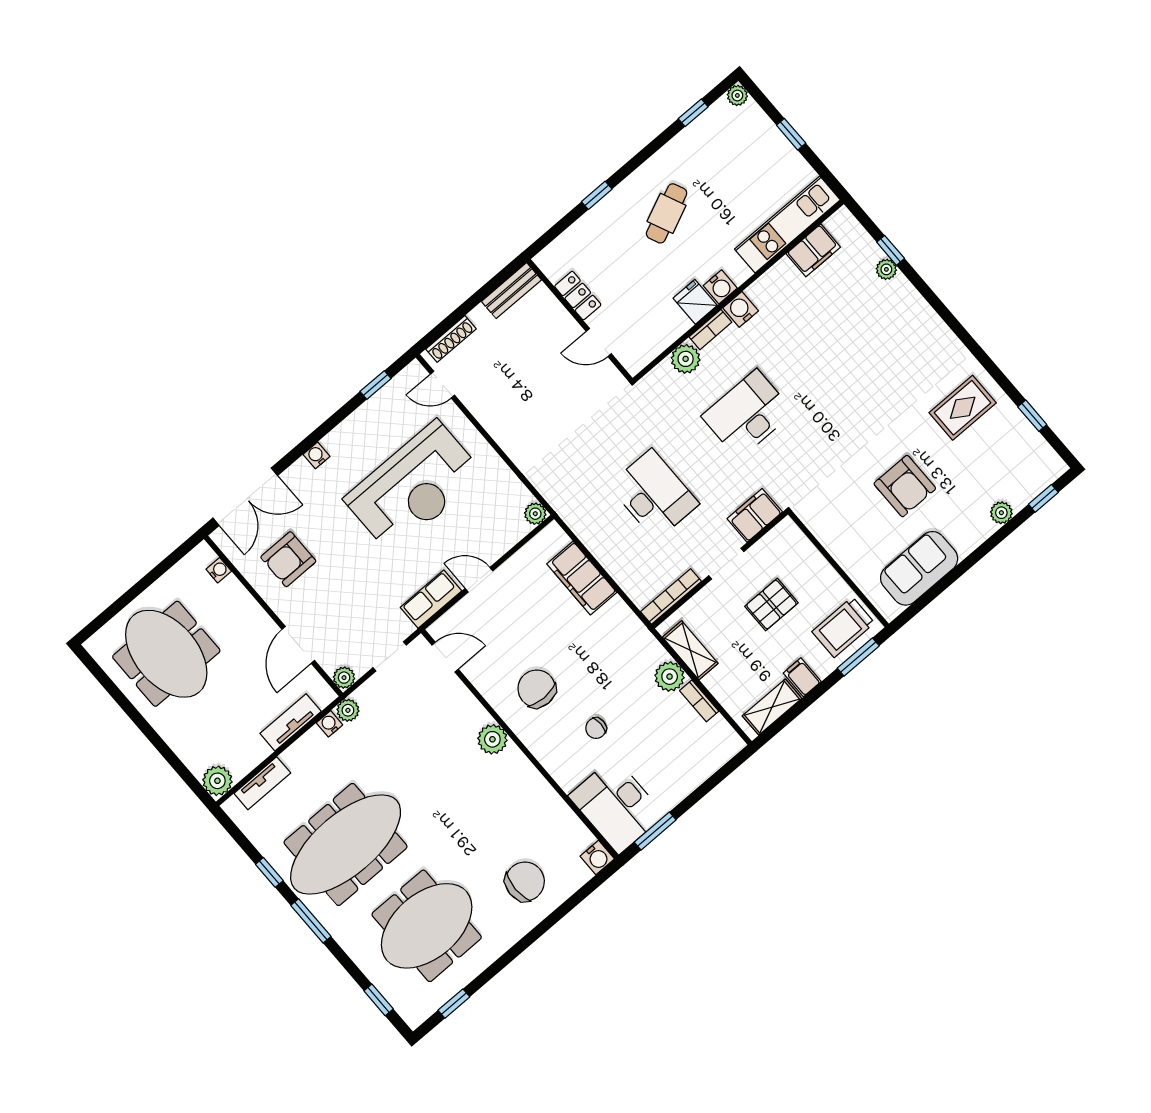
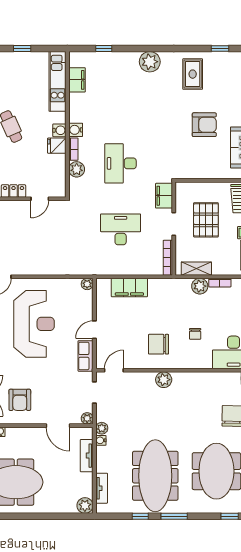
plant: (886, 269) -> (150, 62), moved, width x1.88, depth x1.88
pallet: (771, 605) -> (206, 220), width x1.50, depth x1.42

